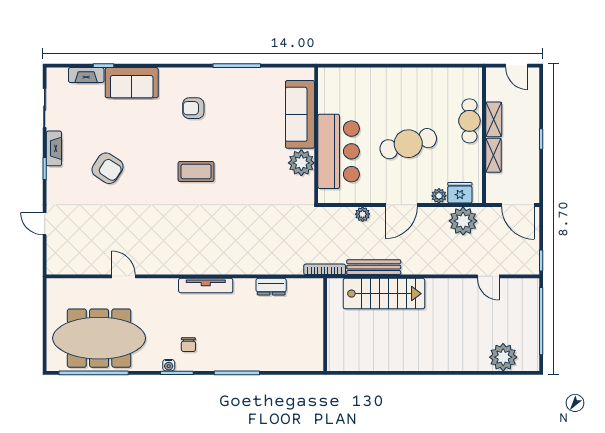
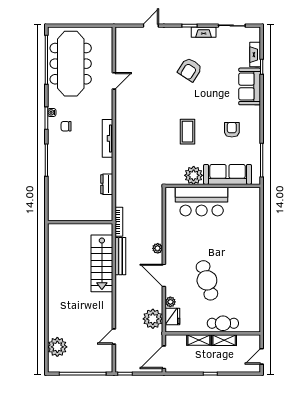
sofa: (300, 114) -> (228, 174), moved
wall: (316, 135) -> (213, 186), moved
bar counter: (339, 151) -> (202, 202), moved
plant: (301, 163) -> (194, 175), moved

